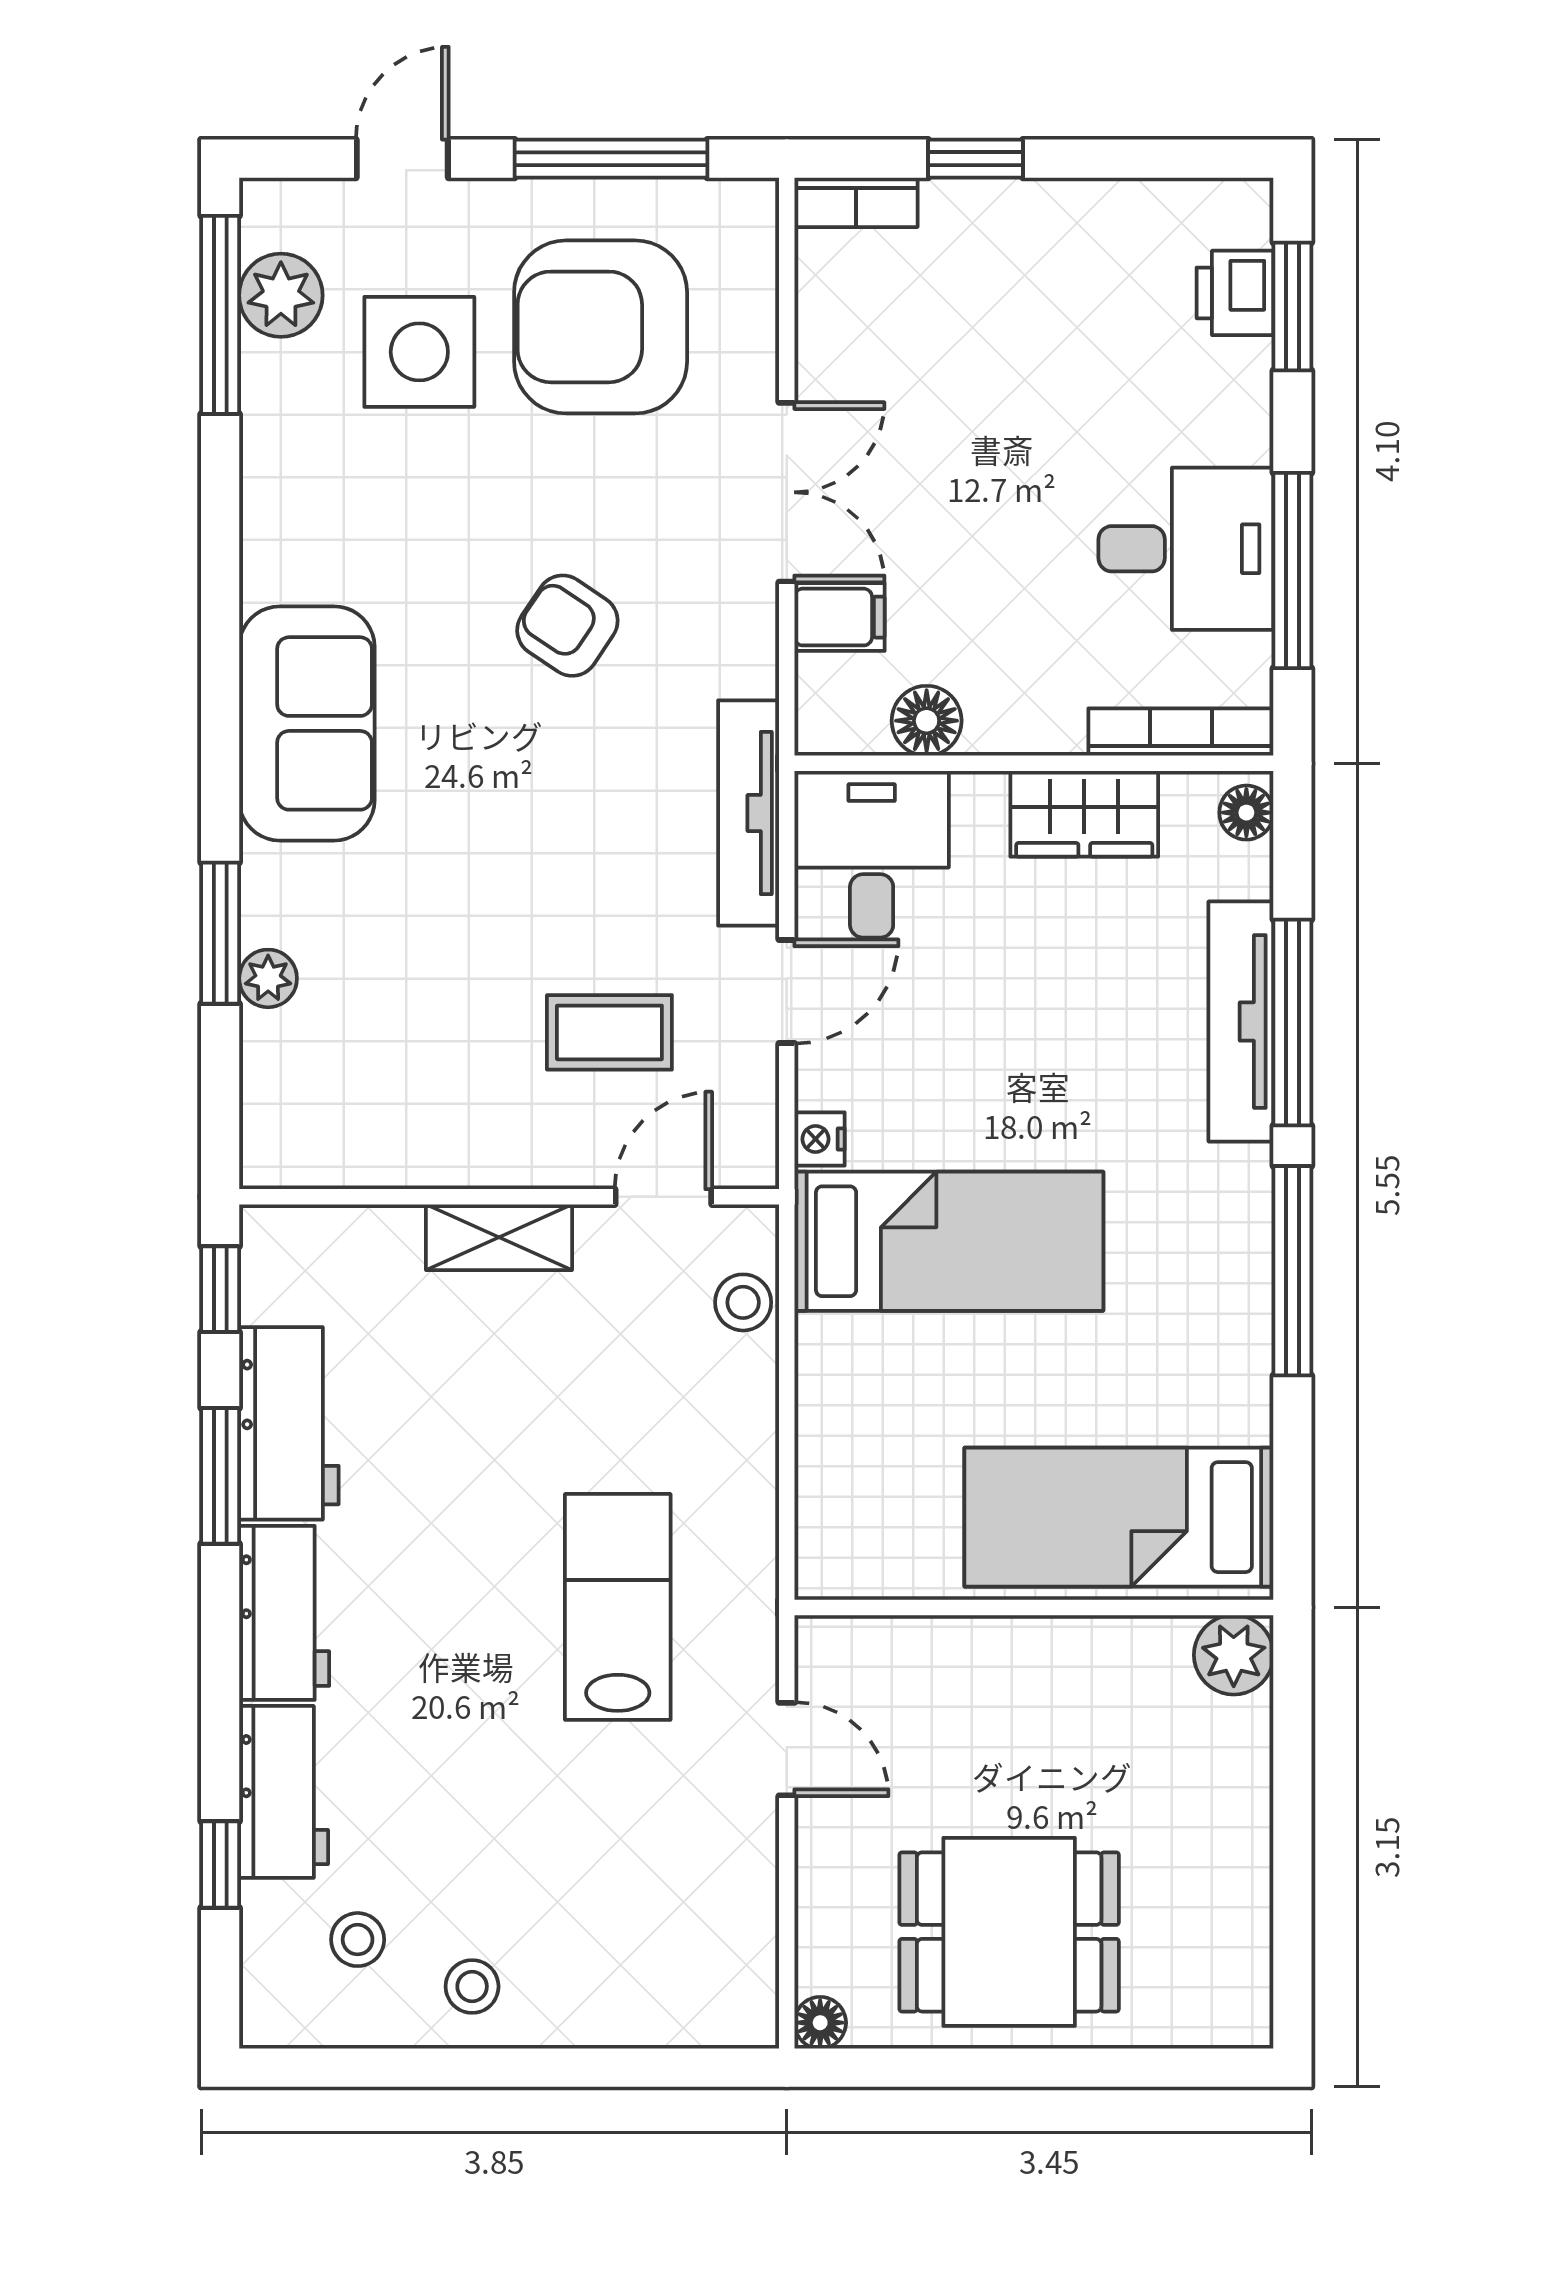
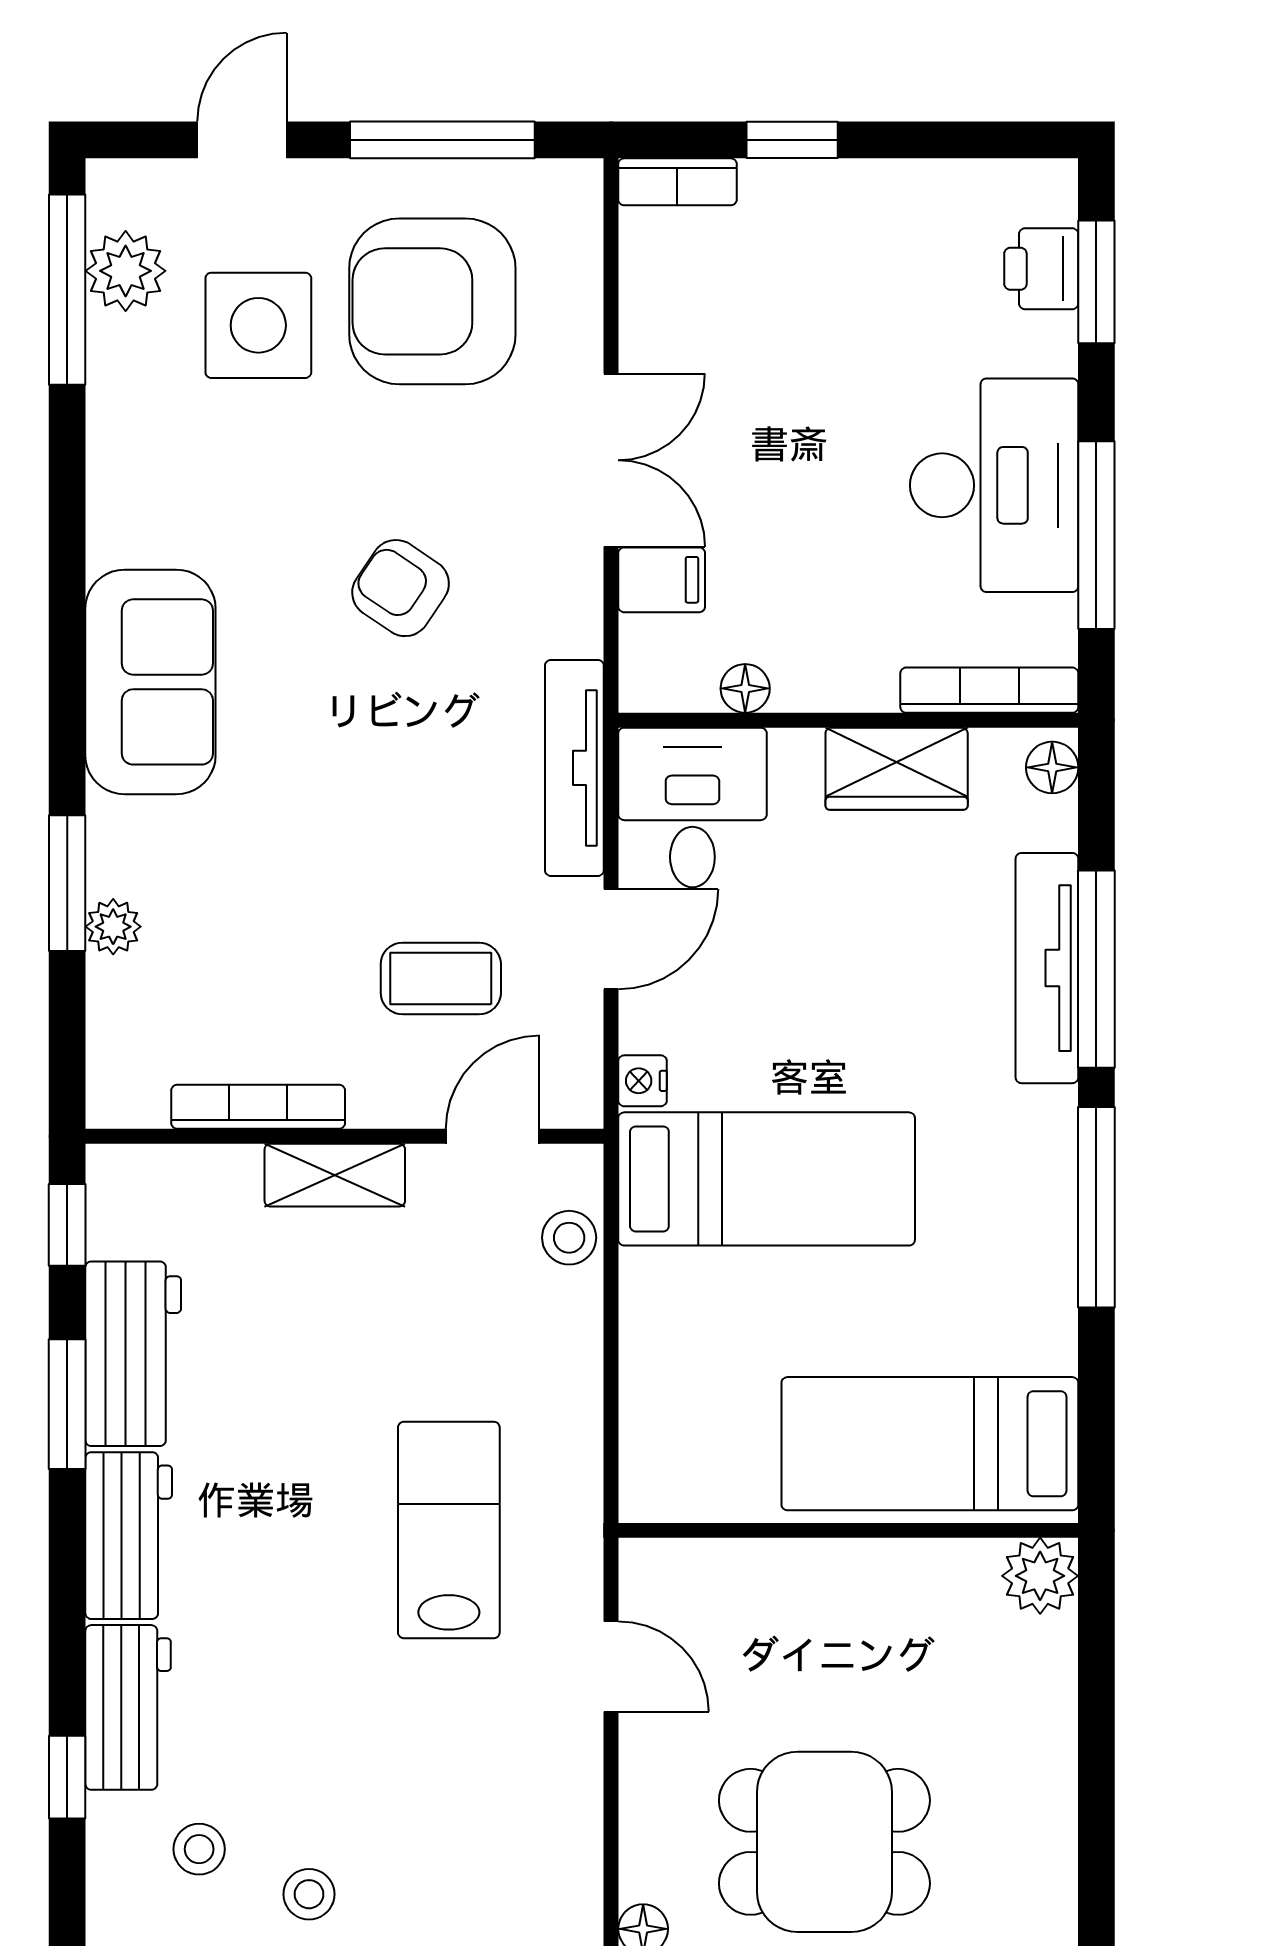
desk: (1186, 549) -> (994, 485), width x1.37
floor lamp: (927, 721) -> (745, 688), width x0.73, depth x0.73
bookcase: (419, 1166) -> (258, 1107), added

